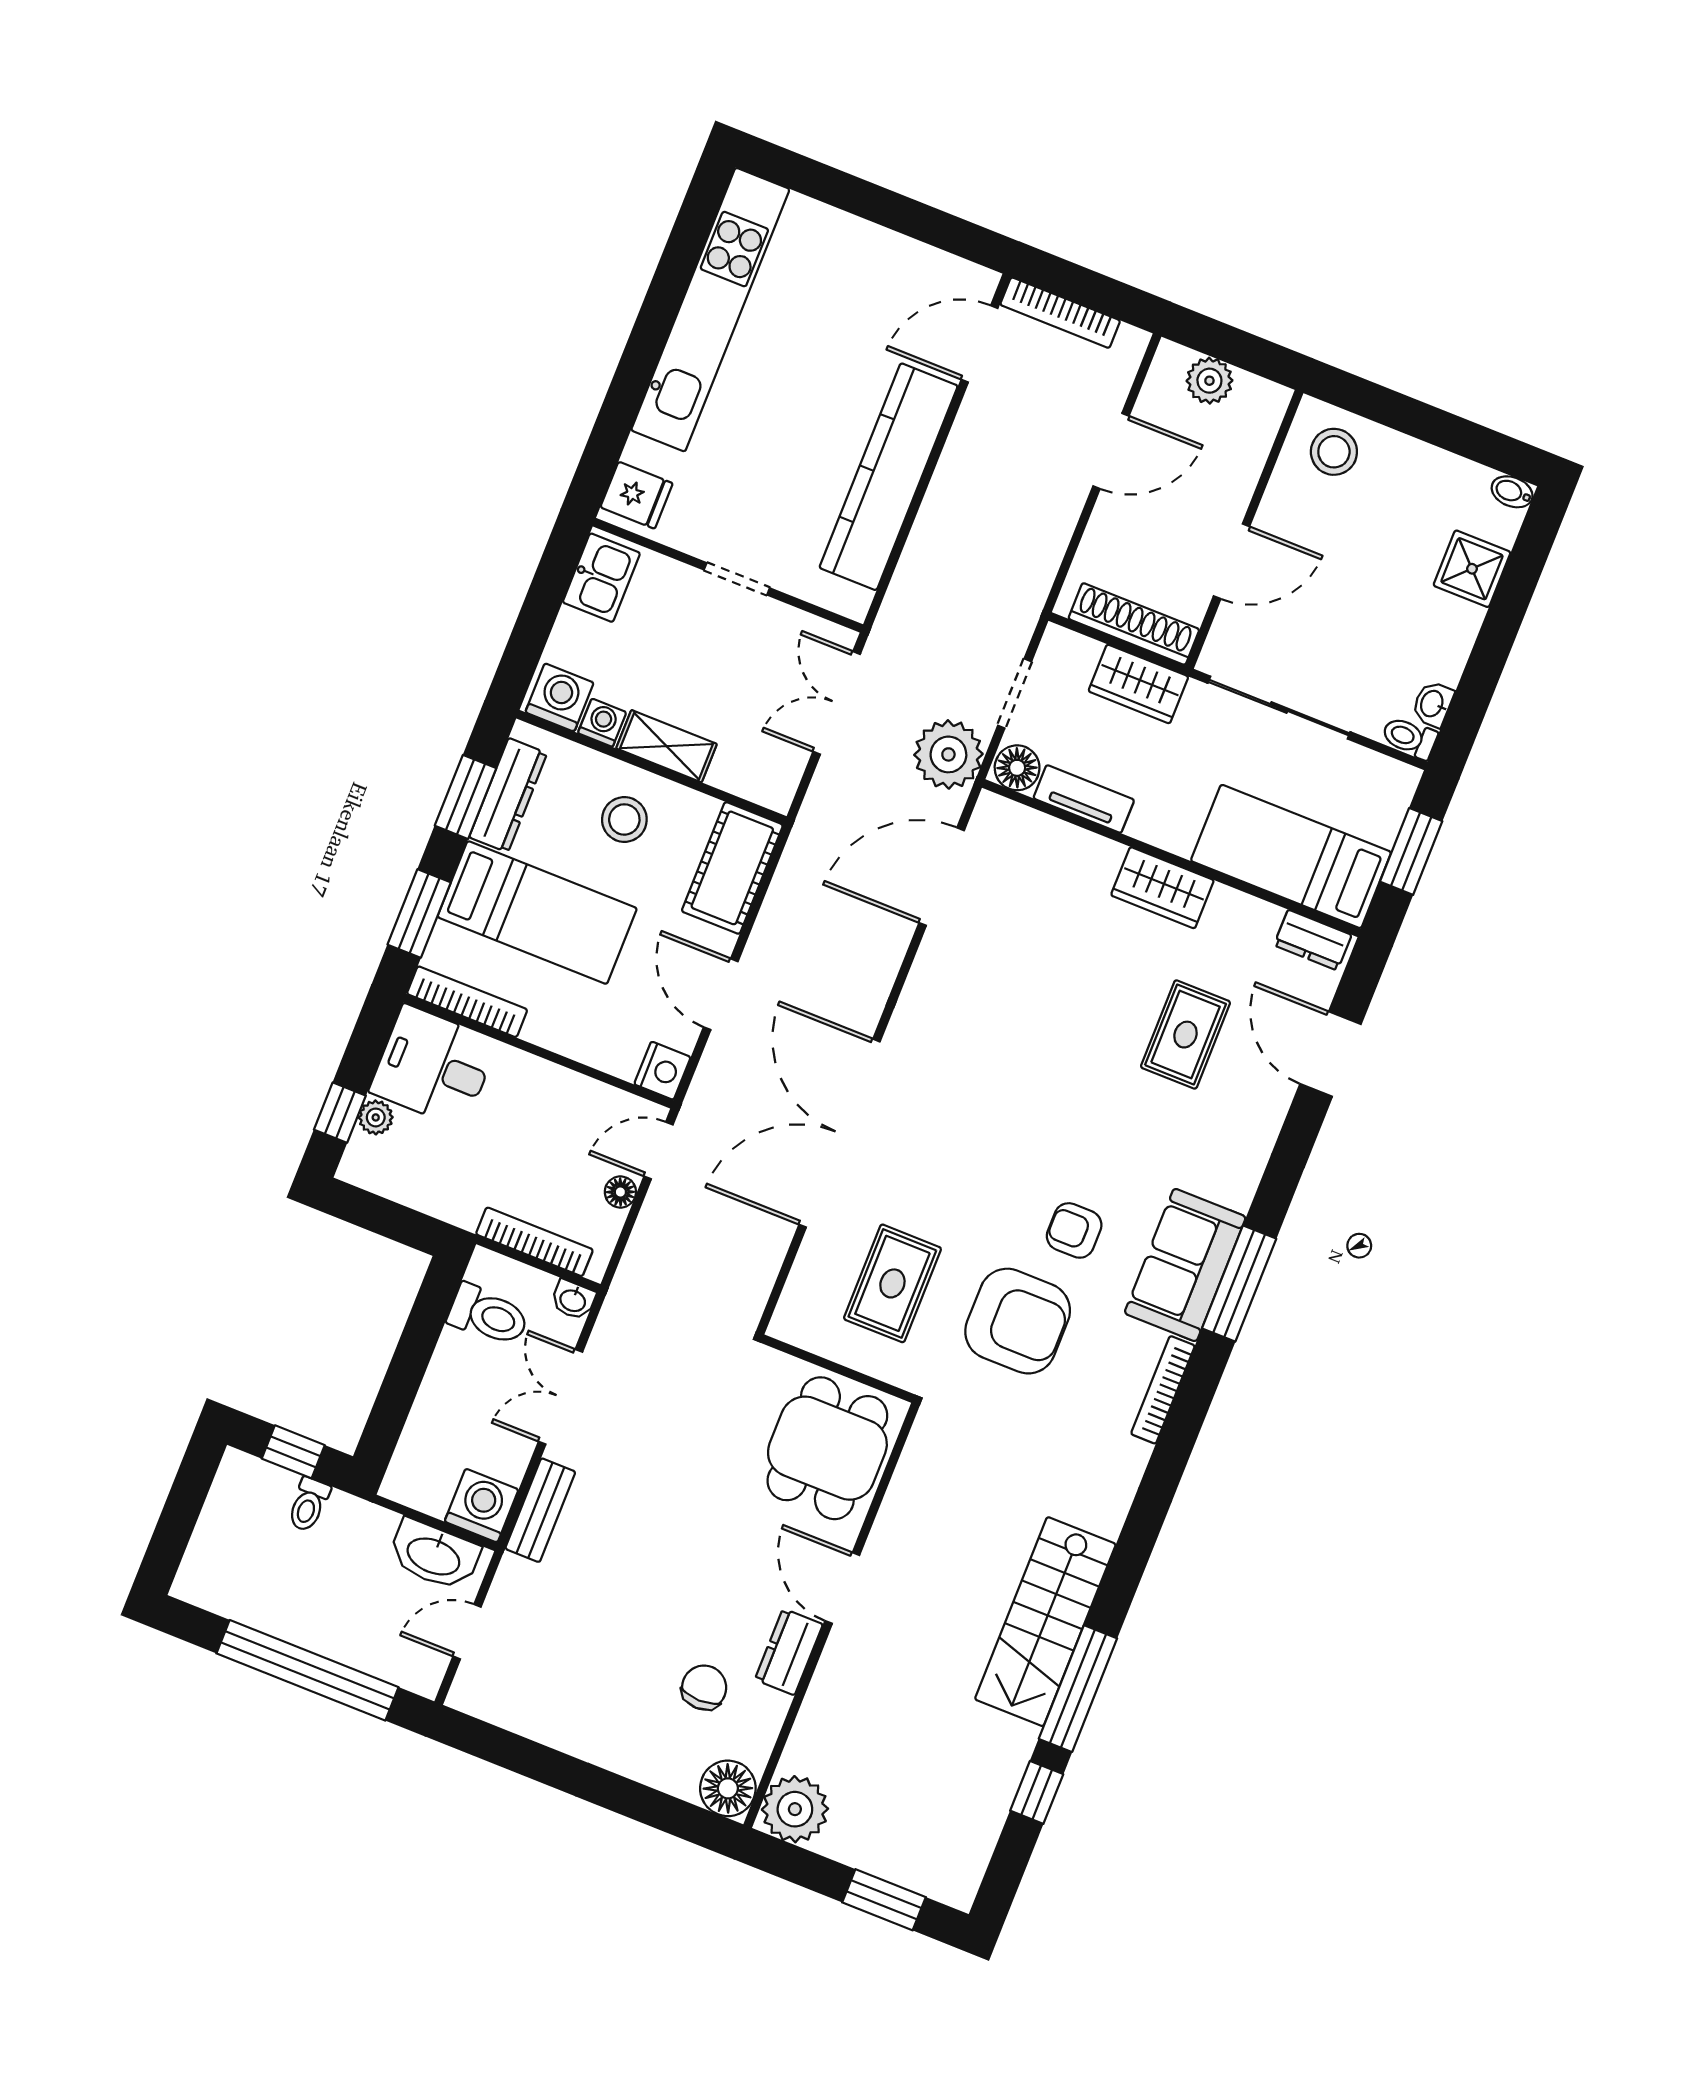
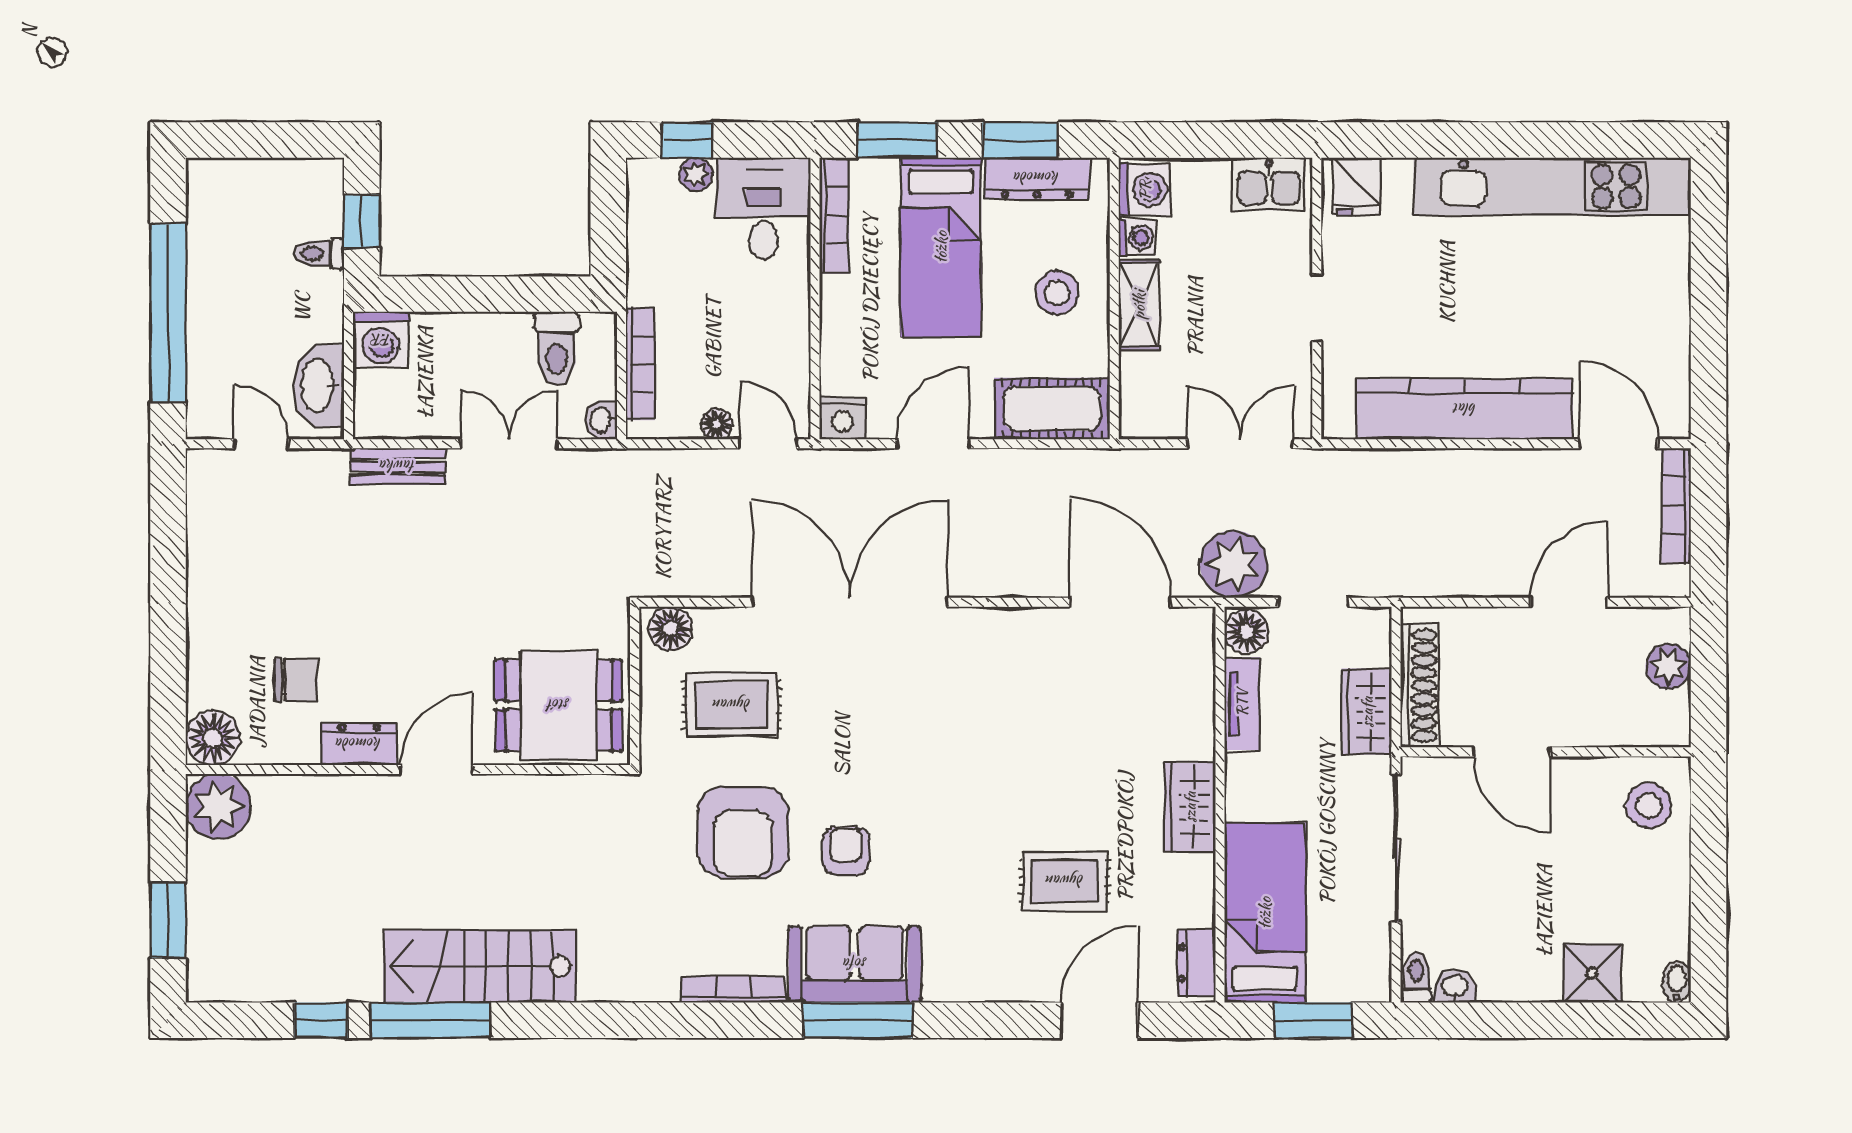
door: (1111, 451) -> (1569, 602), swing flipped
floor lamp: (797, 1313) -> (670, 628), added
washing machine: (482, 1506) -> (381, 340), moved, turned 90

